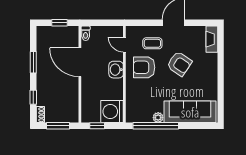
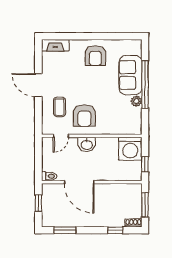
window: (33, 62) -> (65, 230), moved
door: (80, 62) -> (79, 182), hinge flipped
armchair: (179, 64) -> (95, 56), moved, turned 146
sofa: (190, 112) -> (130, 75), width x0.73
window: (156, 126) -> (145, 84), moved

